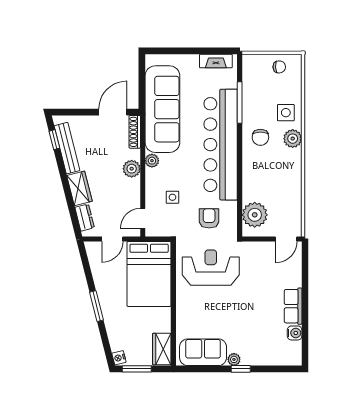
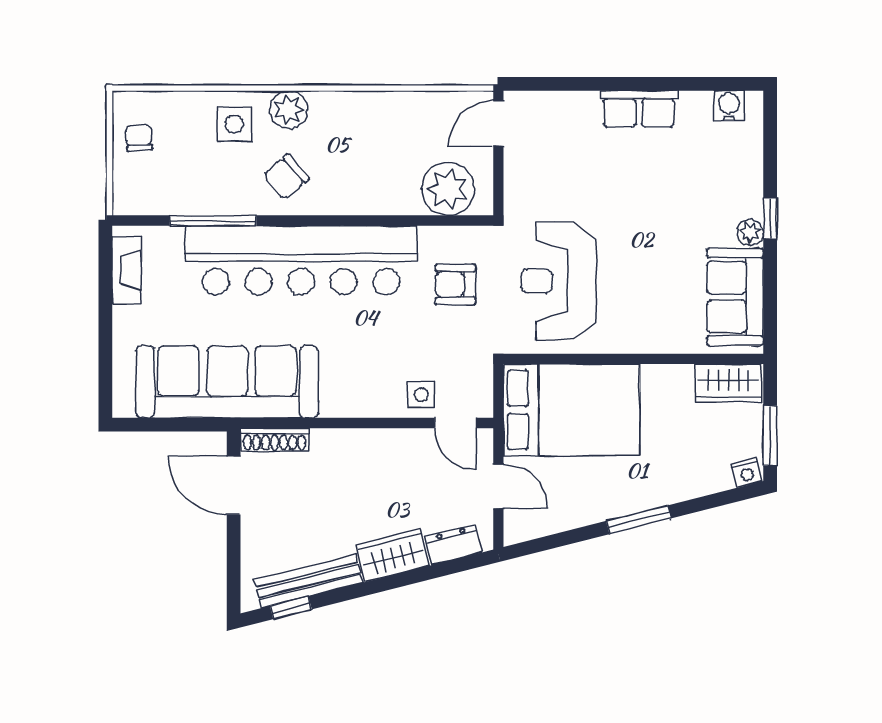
chair: (260, 137) -> (286, 177), turned 139
plant: (152, 161) -> (335, 404), removed
plant: (132, 169) -> (352, 446), removed
side table: (172, 197) -> (421, 395), moved
door: (286, 239) -> (498, 123), swing flipped
water cooler: (295, 333) -> (729, 106), moved

